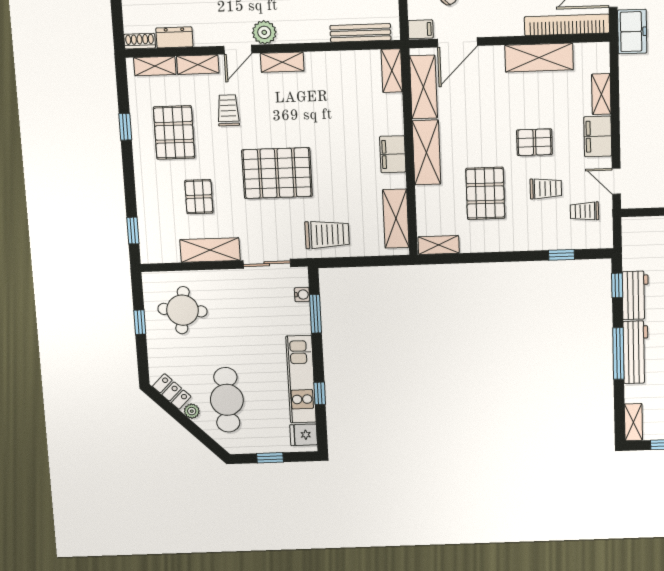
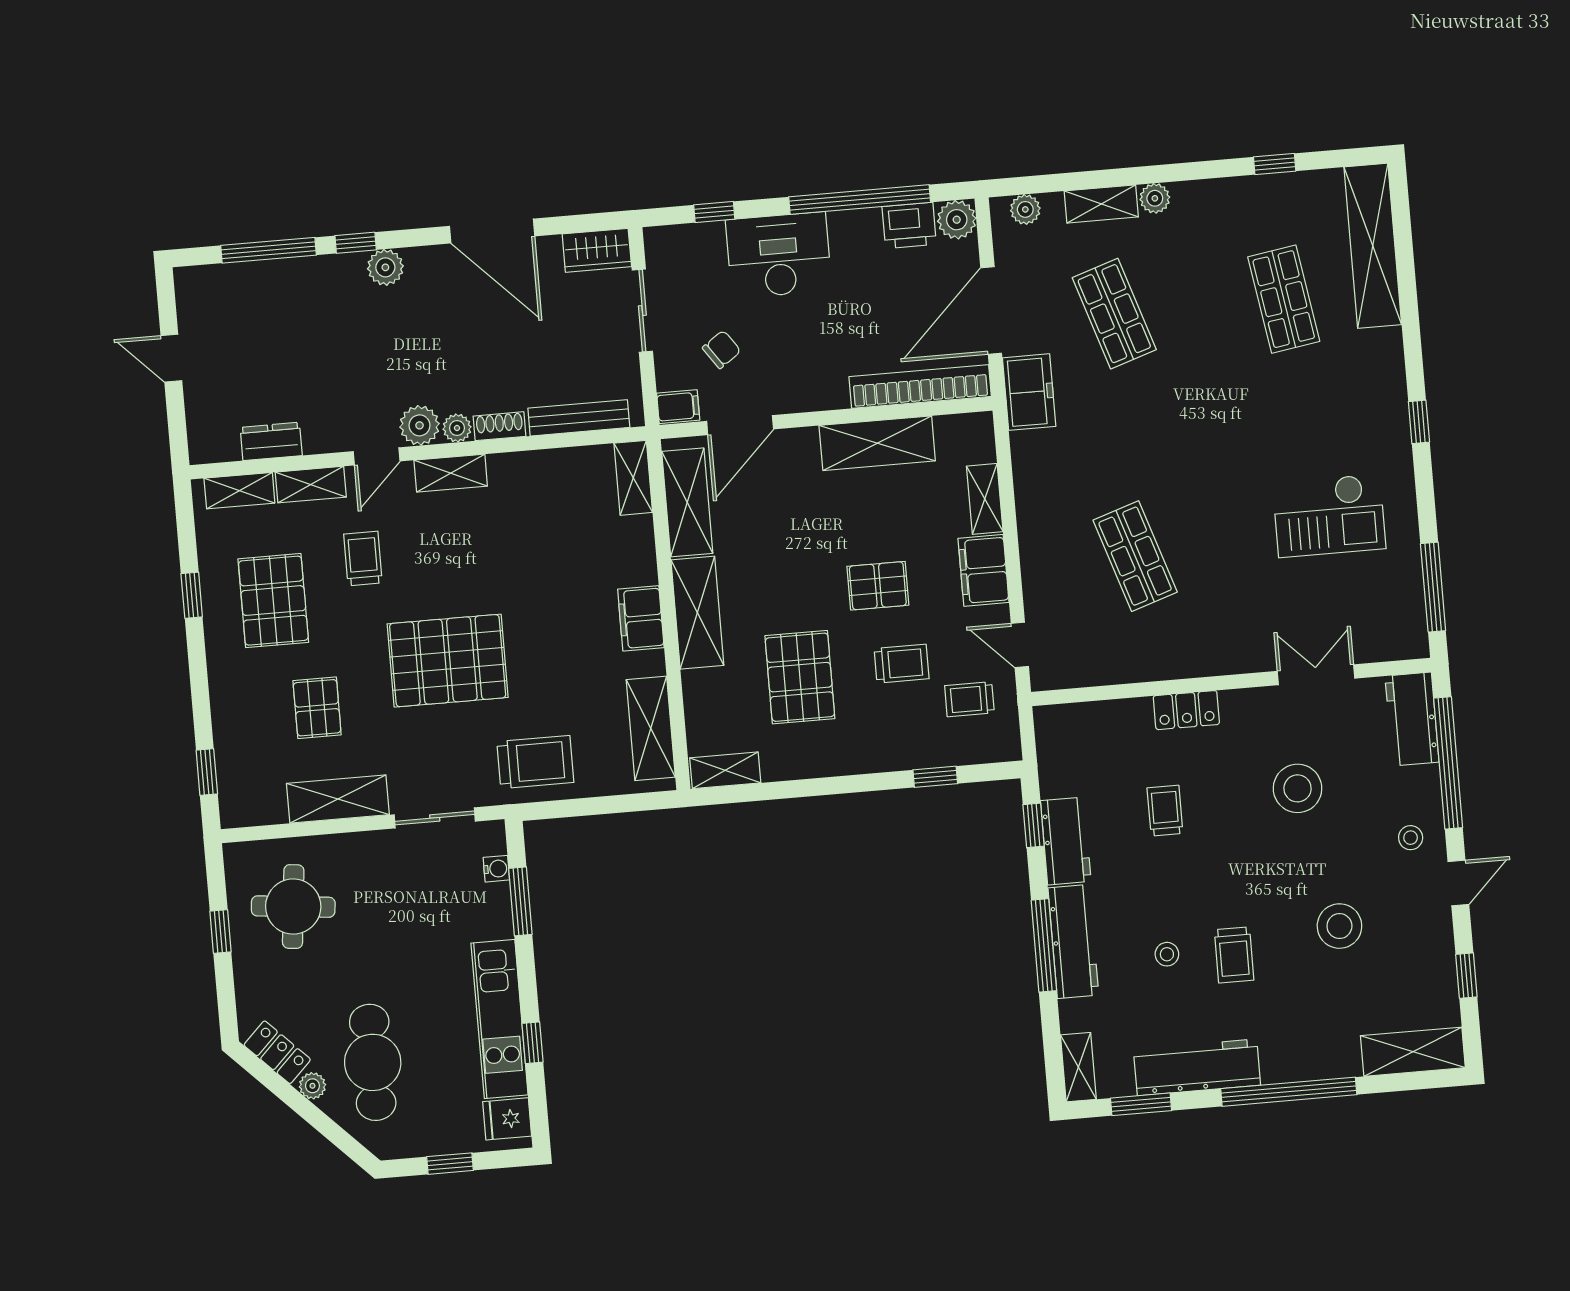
plant: (287, 35) -> (457, 428), added
shoe rack: (140, 41) -> (500, 426), moved

